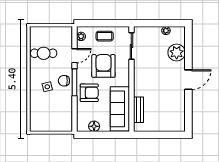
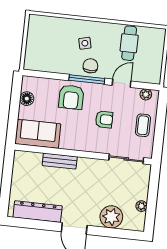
door: (75, 56) -> (122, 83), swing flipped
armchair: (103, 66) -> (104, 119), width x0.53, depth x0.53
sofa: (120, 109) -> (38, 134), width x0.73
dresser: (179, 109) -> (38, 212), added
bench: (139, 110) -> (60, 161), moved

